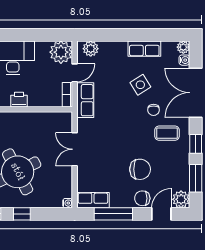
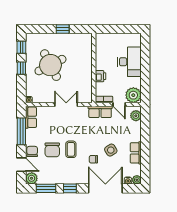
printer: (19, 100) -> (101, 76), moved
coffee table: (167, 133) -> (71, 149), moved

